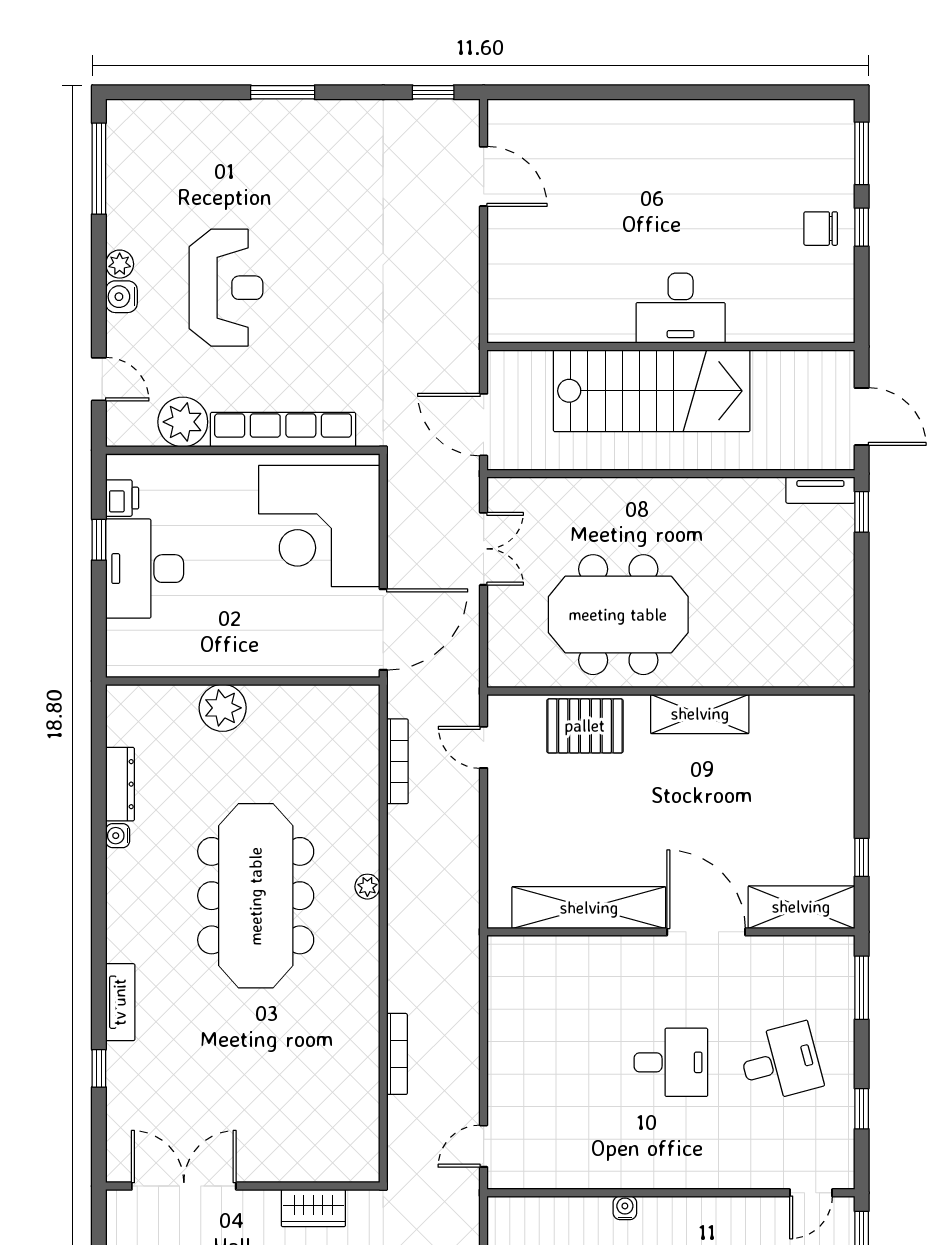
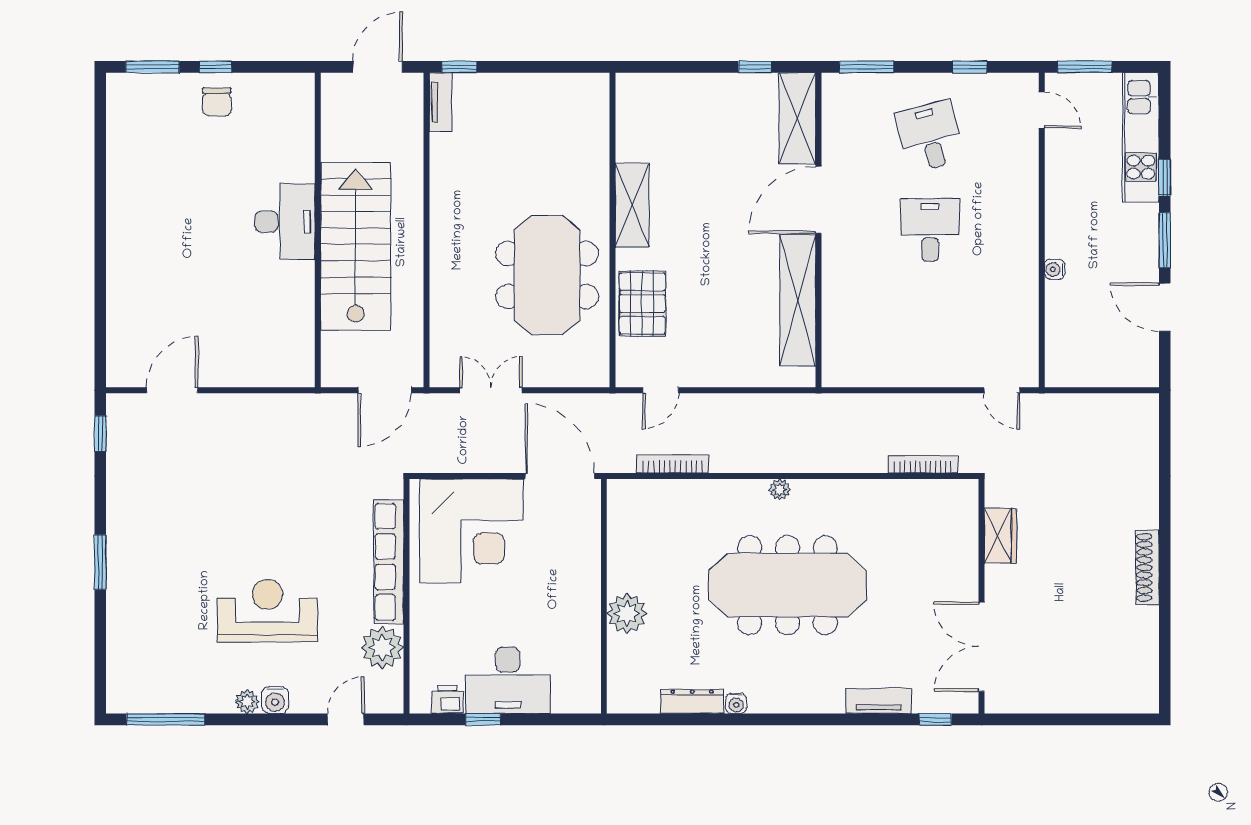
double door: (184, 1186) -> (982, 647), moved
wall: (243, 1186) -> (982, 596), moved
wardrobe: (313, 1208) -> (1000, 536), moved

